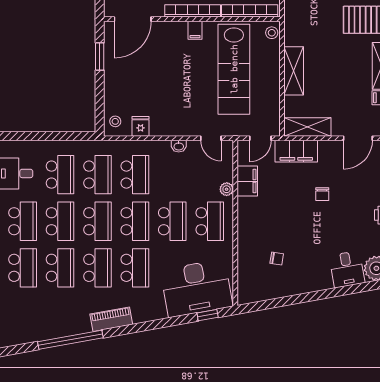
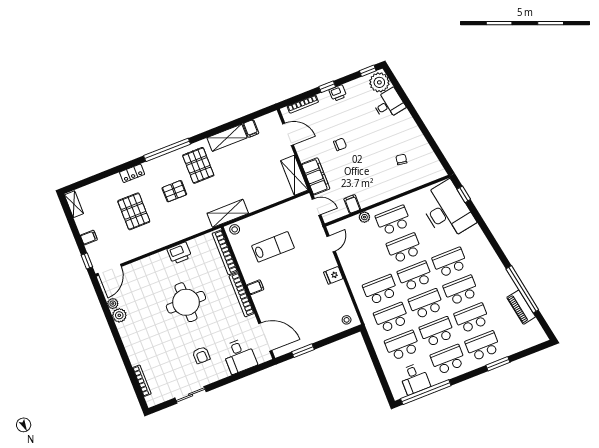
lab bench: (234, 69) -> (273, 247), width x0.54, depth x0.72
shelving: (294, 71) -> (228, 213), moved
fridge: (141, 126) -> (333, 275), moved
washbasin: (179, 146) -> (346, 265), removed
filing cabinet: (247, 181) -> (352, 204), width x0.50
piano: (111, 319) -> (521, 307), moved

